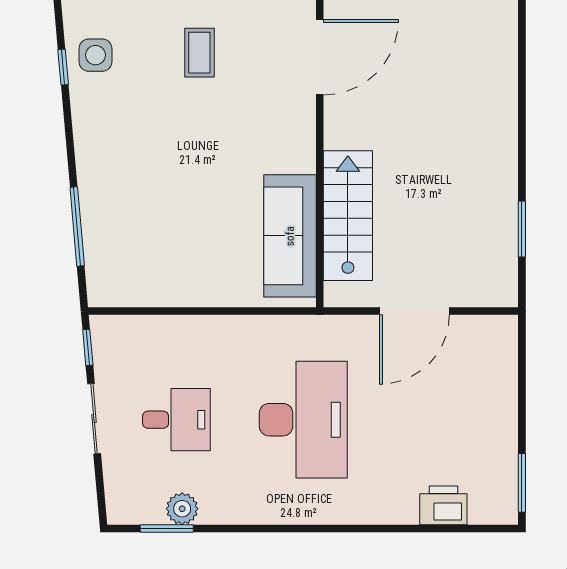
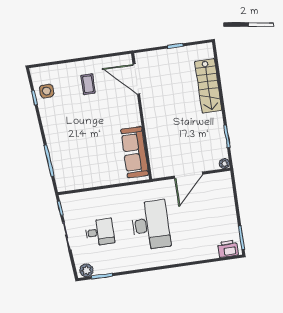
door: (320, 57) -> (136, 79), swing flipped
stairs: (348, 216) -> (208, 86), moved, turned 180
plant: (506, 295) -> (224, 164), added
printer: (443, 505) -> (228, 249), moved
plant: (182, 509) -> (86, 270), moved

